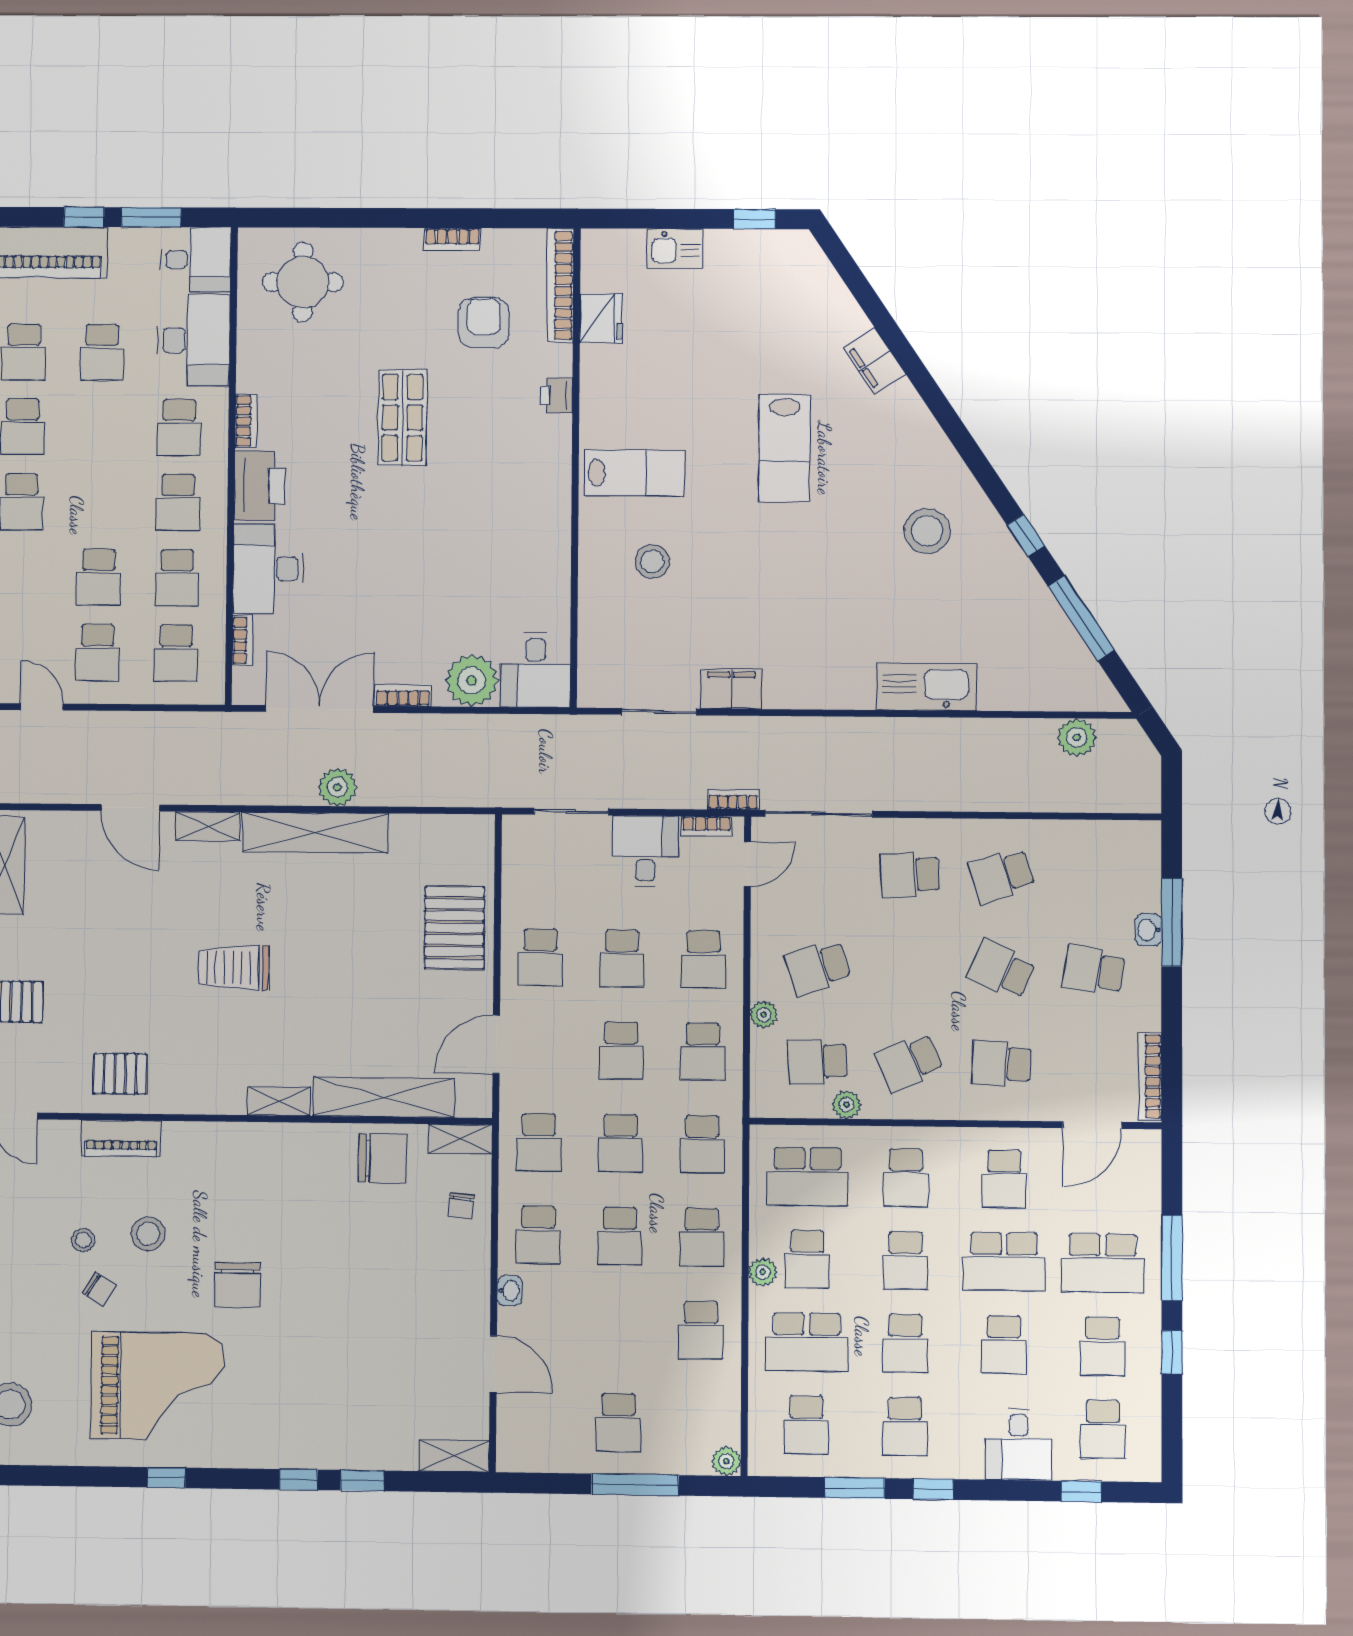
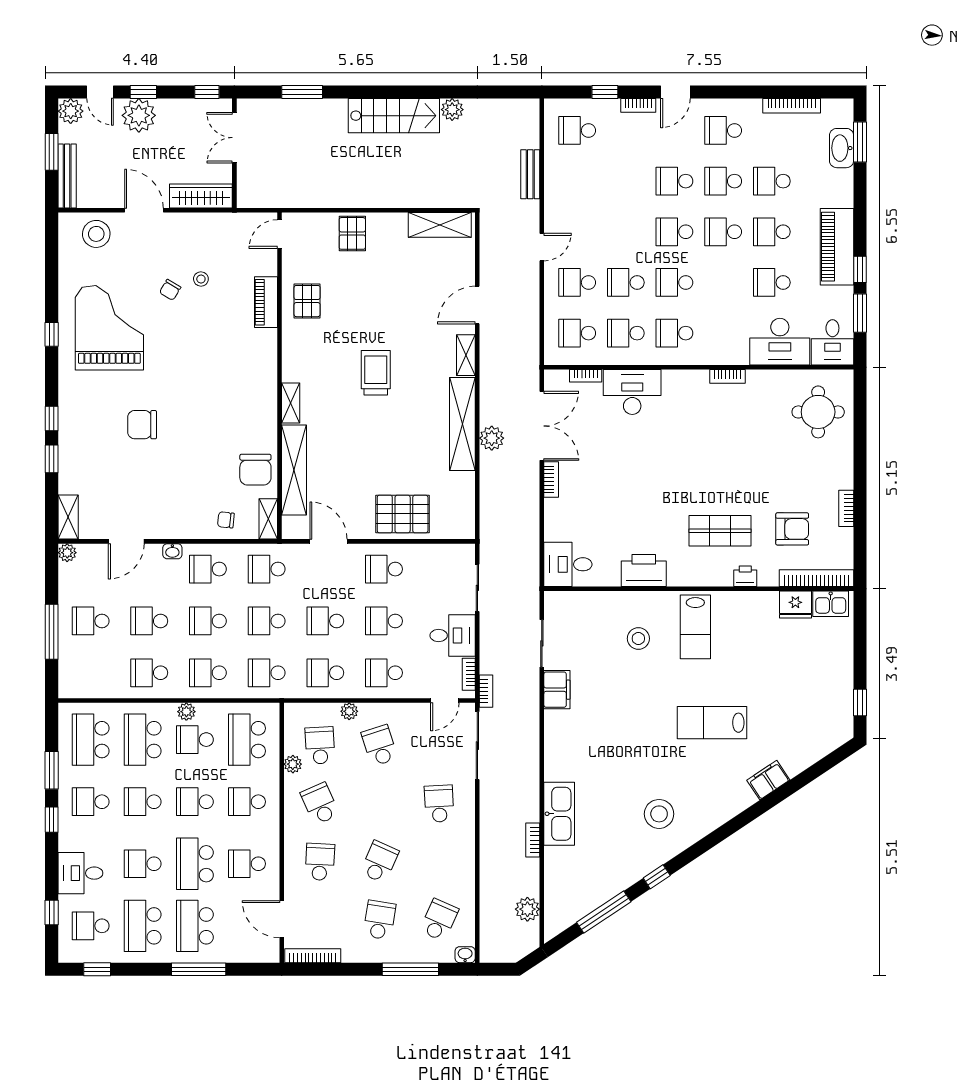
kitchen sink: (675, 249) -> (831, 604), moved, turned -90
shop shelf: (402, 418) -> (720, 531), moved
school desk: (179, 428) -> (674, 282), moved
printer: (259, 485) -> (644, 570), moved, turned 180
plant: (472, 681) -> (561, 523), removed
bookcase: (968, 728) -> (533, 840), added
door: (747, 864) -> (445, 700), hinge flipped
school desk: (1002, 876) -> (439, 920), moved, turned 42
washbasin: (1149, 930) -> (465, 955), moved
stool: (148, 1234) -> (206, 321), removed
chair: (237, 1285) -> (142, 425), moved
school desk: (619, 1329) -> (149, 621), added
school desk: (1103, 1346) -> (143, 926), width x1.85
window: (1172, 1352) -> (97, 969), moved
grand piano: (157, 1386) -> (109, 328), turned 180
school desk: (806, 1425) -> (91, 740), width x1.85
plant: (726, 1461) -> (67, 553), moved

